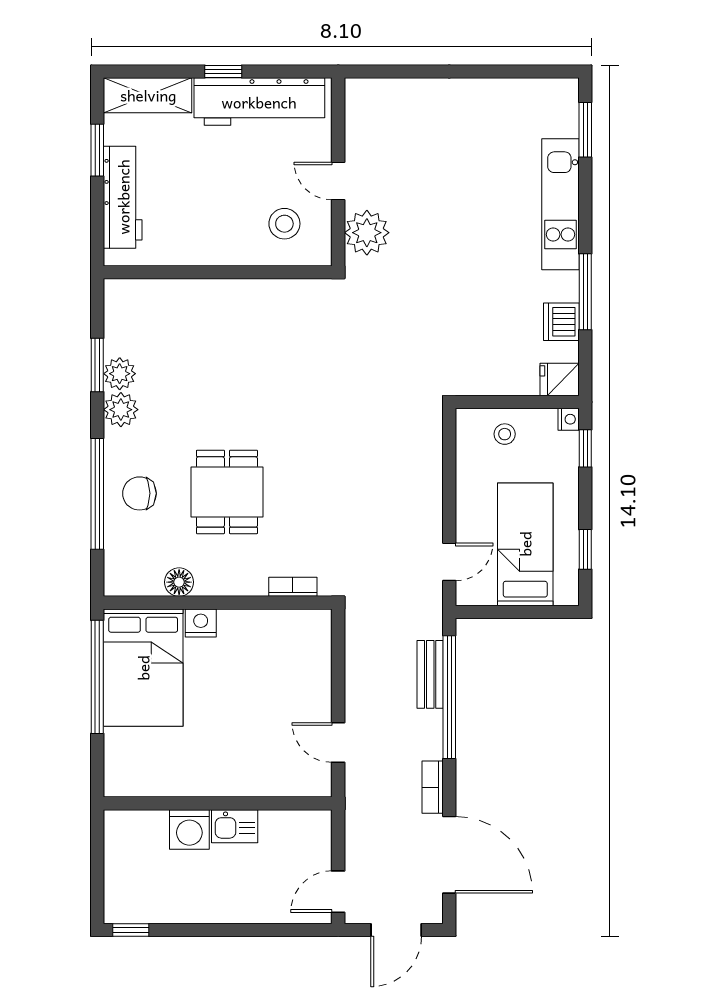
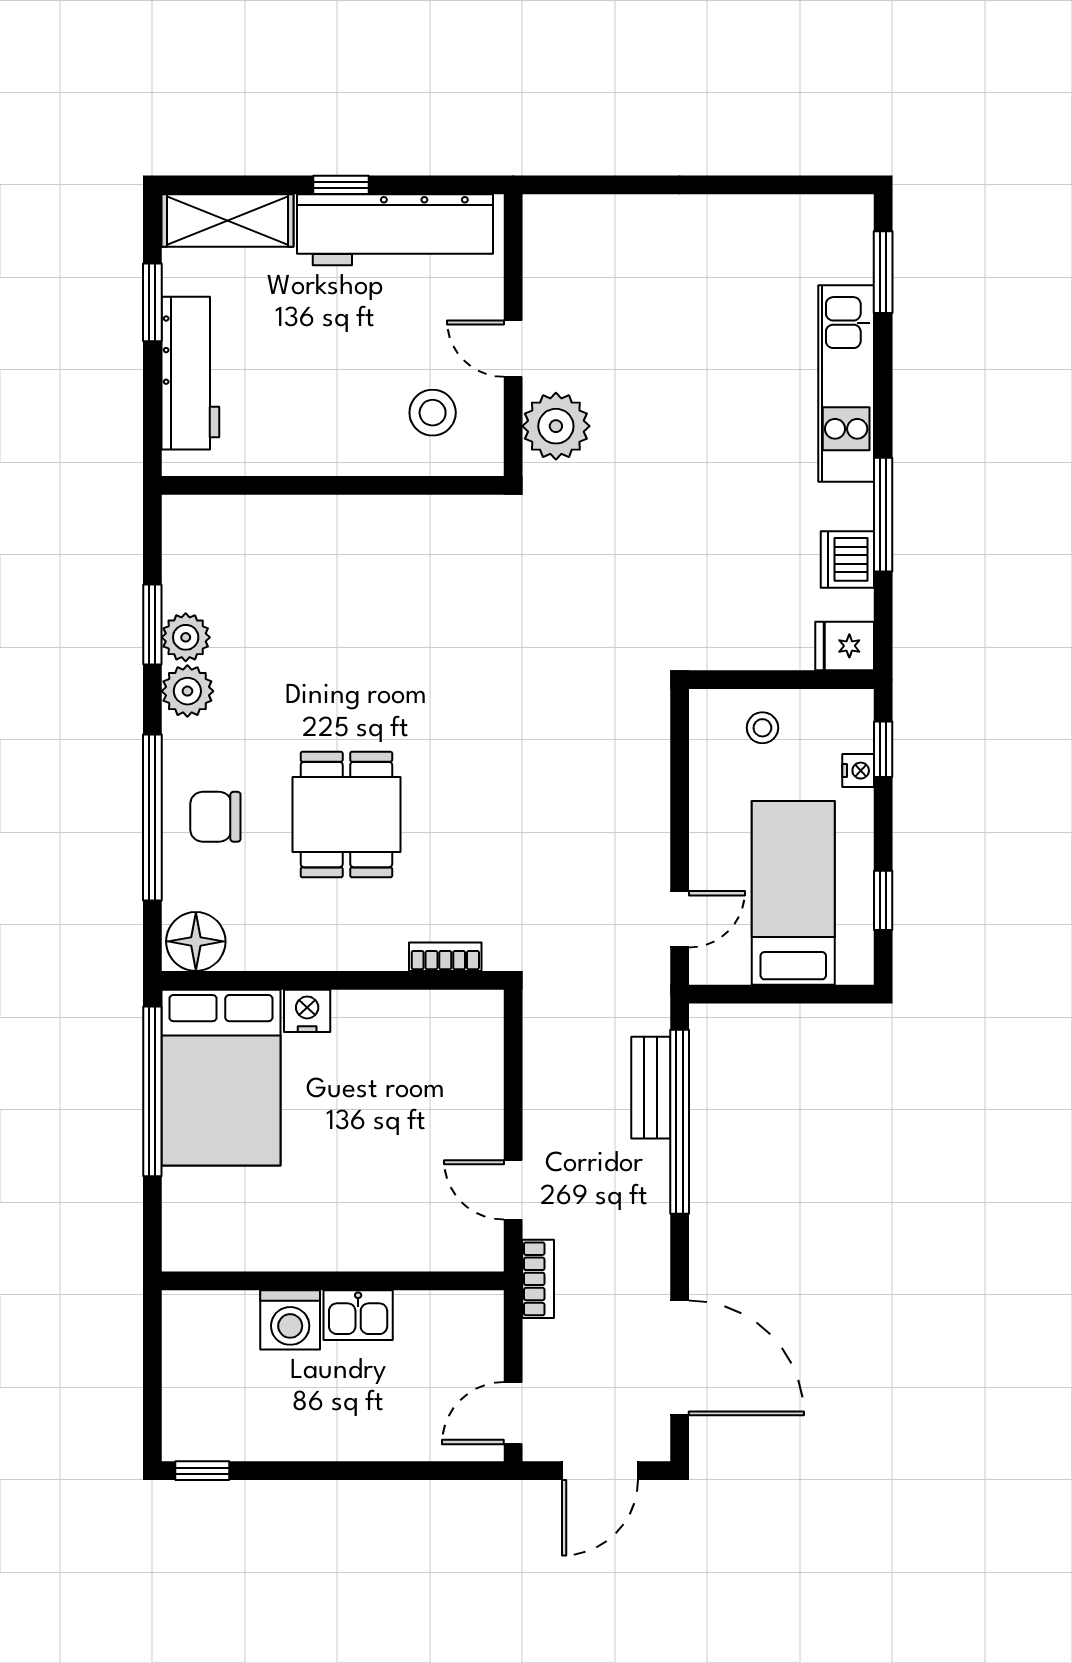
nightstand: (569, 419) -> (858, 771), moved
floor lamp: (179, 582) -> (196, 941), moved, width x1.38, depth x1.38
bookcase: (433, 787) -> (538, 1279), moved, turned 180

